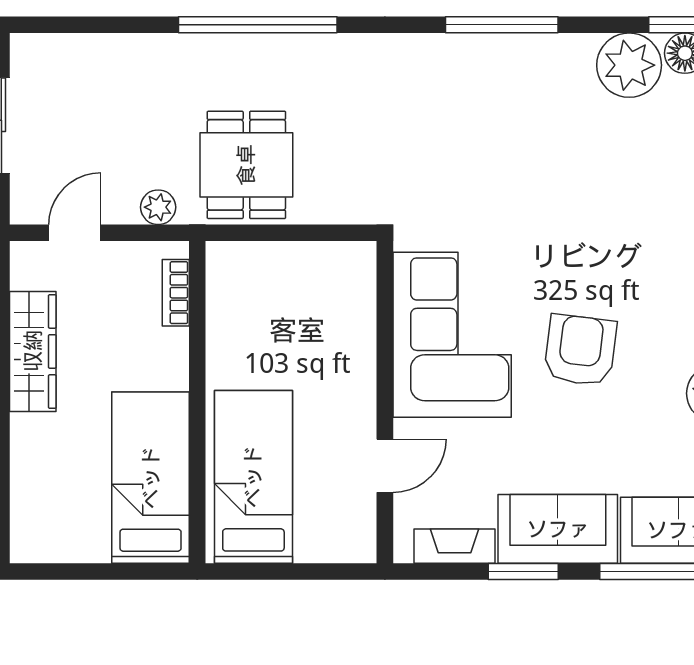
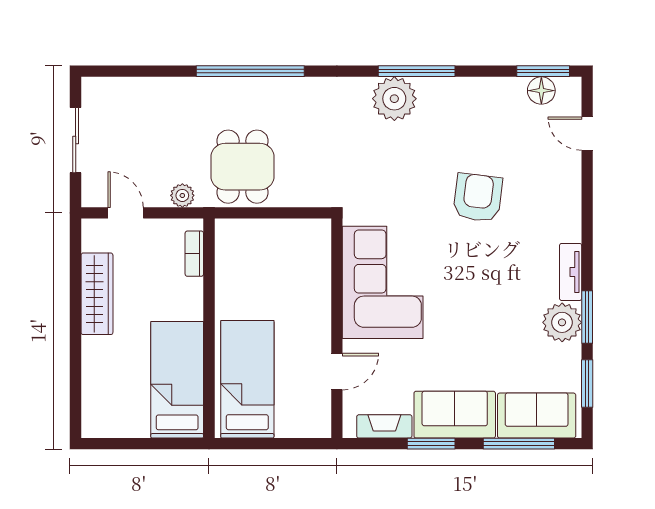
plant: (629, 65) -> (394, 99), moved
door: (75, 233) -> (126, 213), hinge flipped
armchair: (580, 350) -> (478, 198), moved

